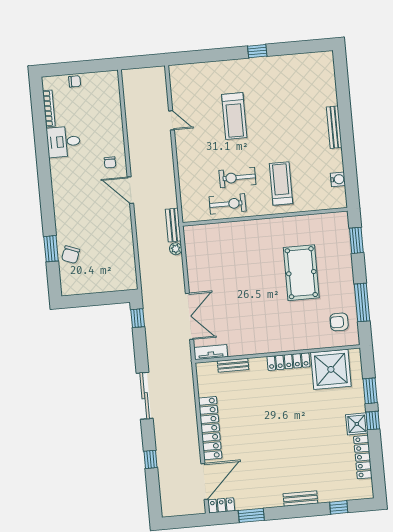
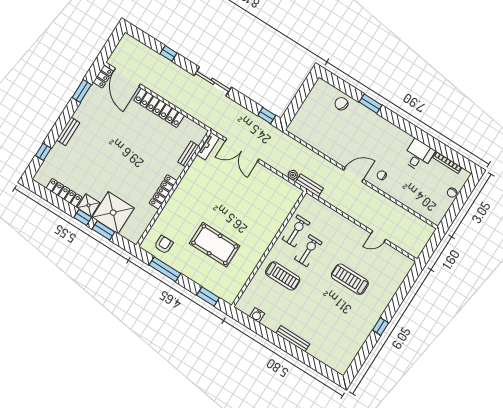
exercise bike: (228, 204) -> (296, 231), turned 180
window: (51, 249) -> (370, 104), moved
shower: (331, 369) -> (113, 213), moved

